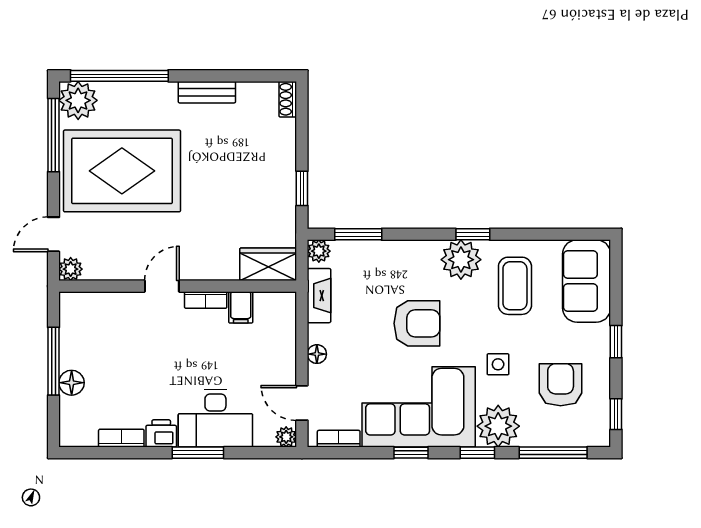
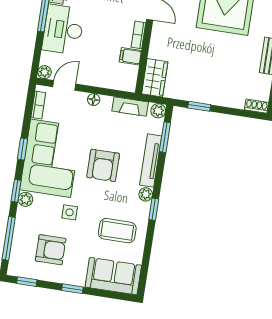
tv unit: (398, 251) -> (151, 161), added
plant: (461, 260) -> (146, 194), width x0.53, depth x0.53
plant: (498, 426) -> (25, 199), width x0.53, depth x0.53

